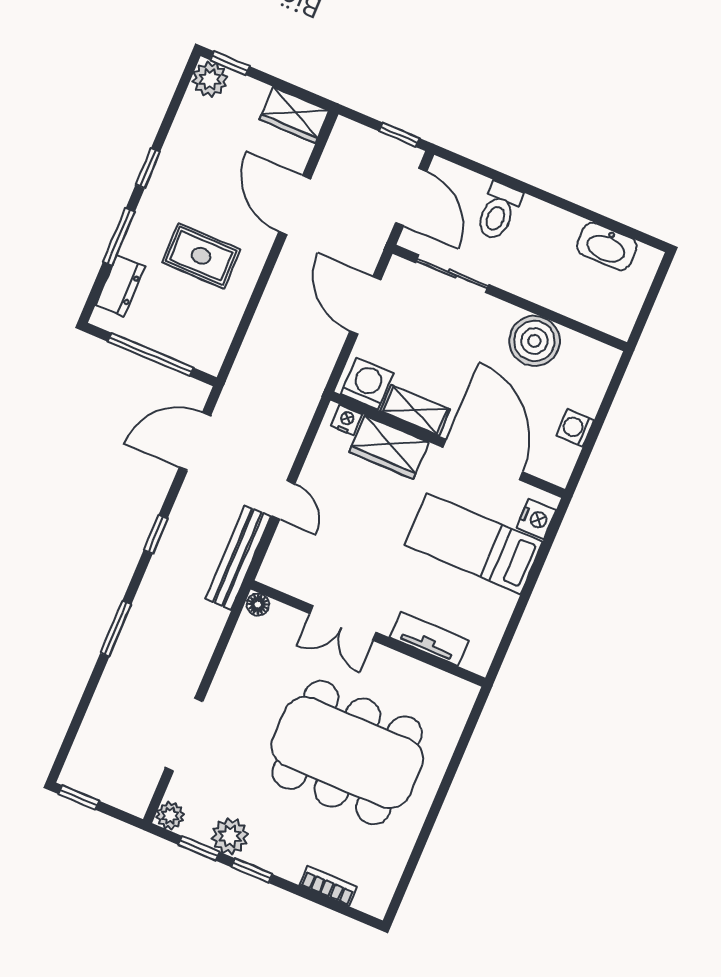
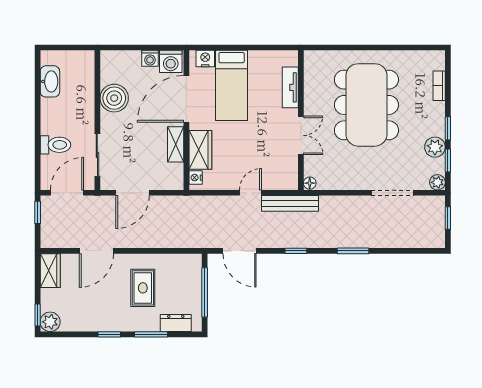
washing machine: (367, 384) -> (171, 61), moved, turned -90
window: (79, 797) -> (448, 218), moved

